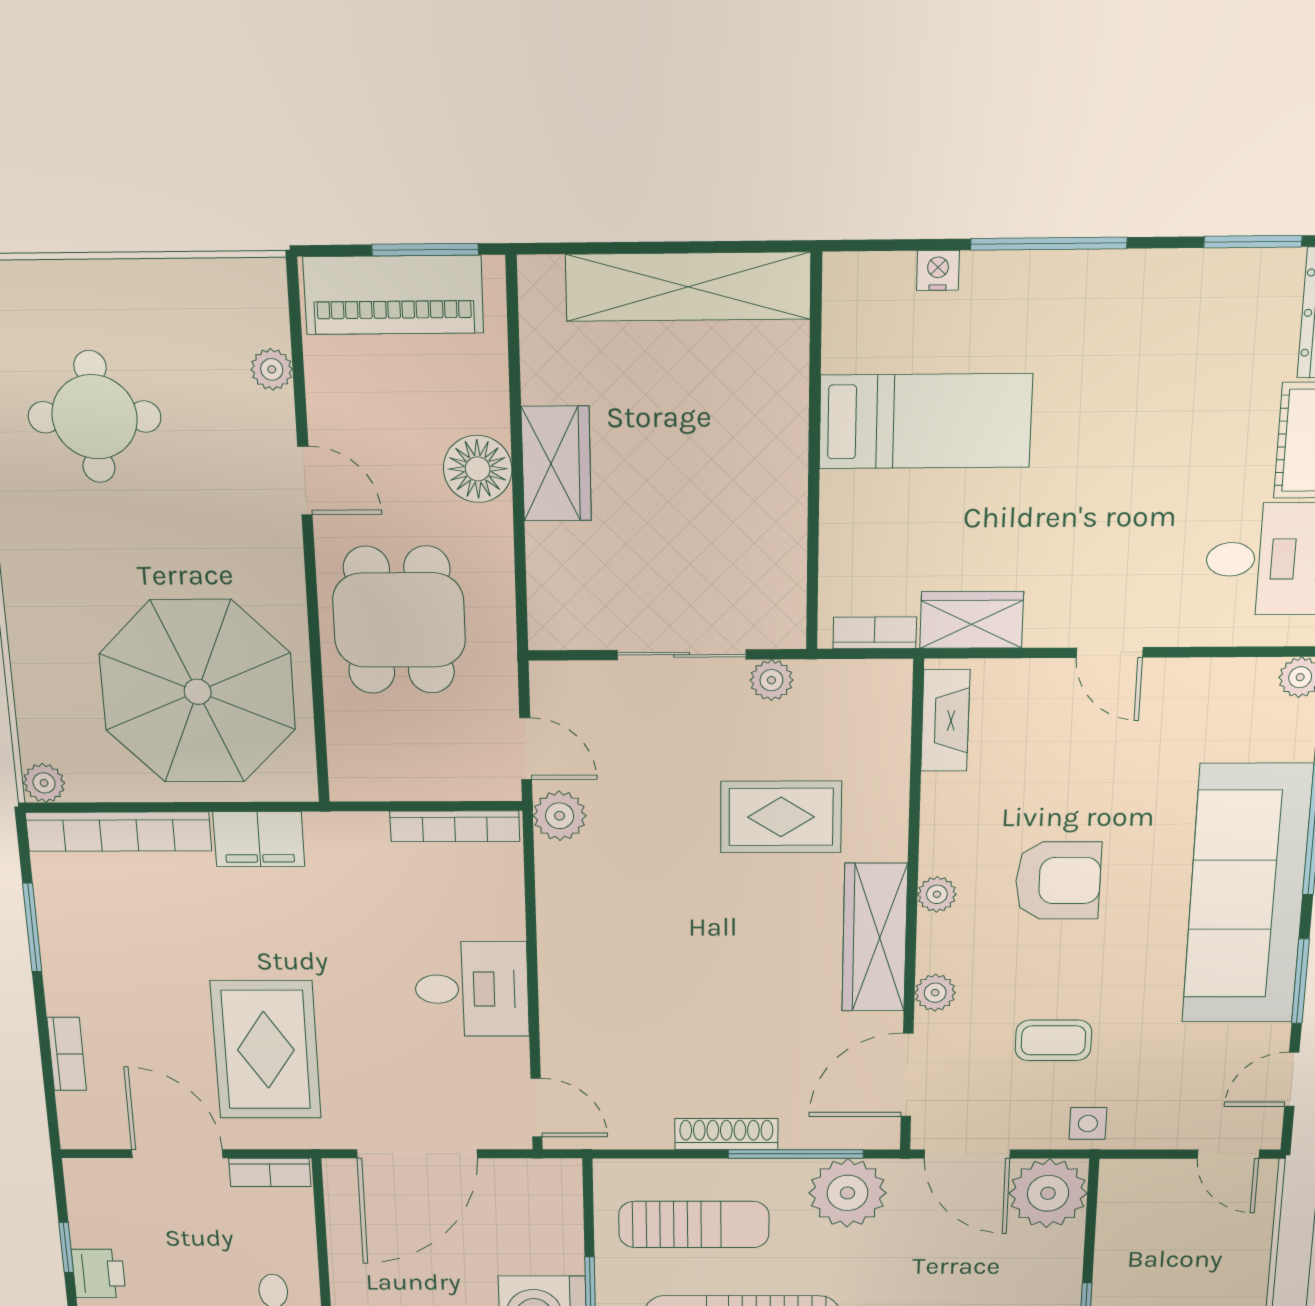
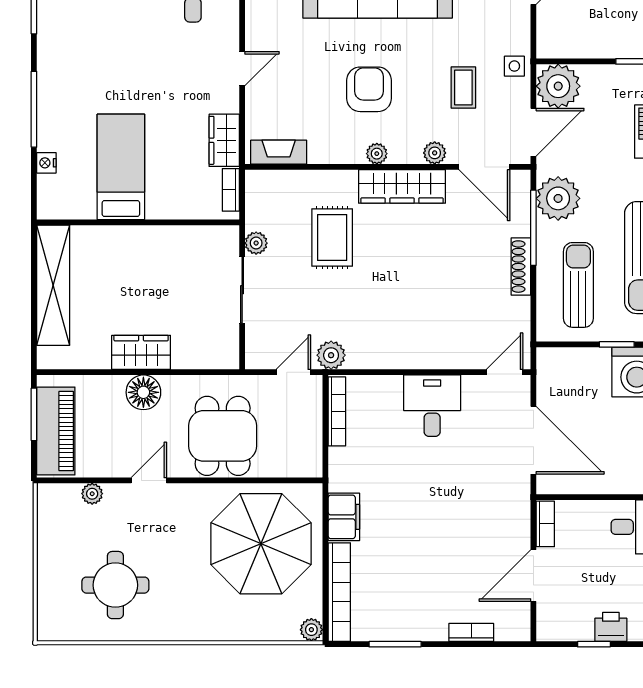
dining table: (399, 620) -> (223, 436), turned 90
rug: (266, 1050) -> (469, 521), removed

